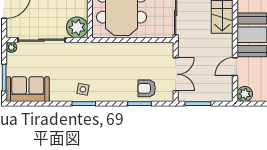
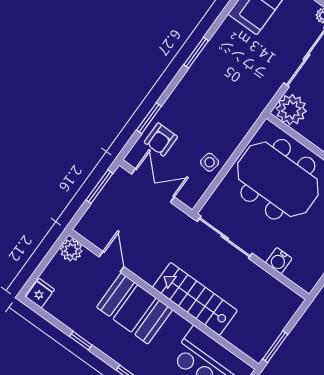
double door: (176, 74) -> (153, 185), swing flipped
armchair: (147, 88) -> (161, 140), turned 180
side table: (83, 89) -> (210, 162), moved

